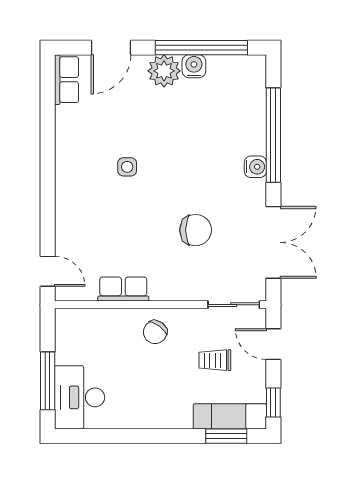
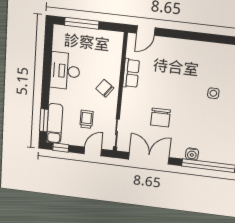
side table: (127, 167) -> (213, 93), moved
double door: (273, 242) -> (149, 158), swing flipped
desk: (80, 397) -> (65, 71), moved, turned -90

